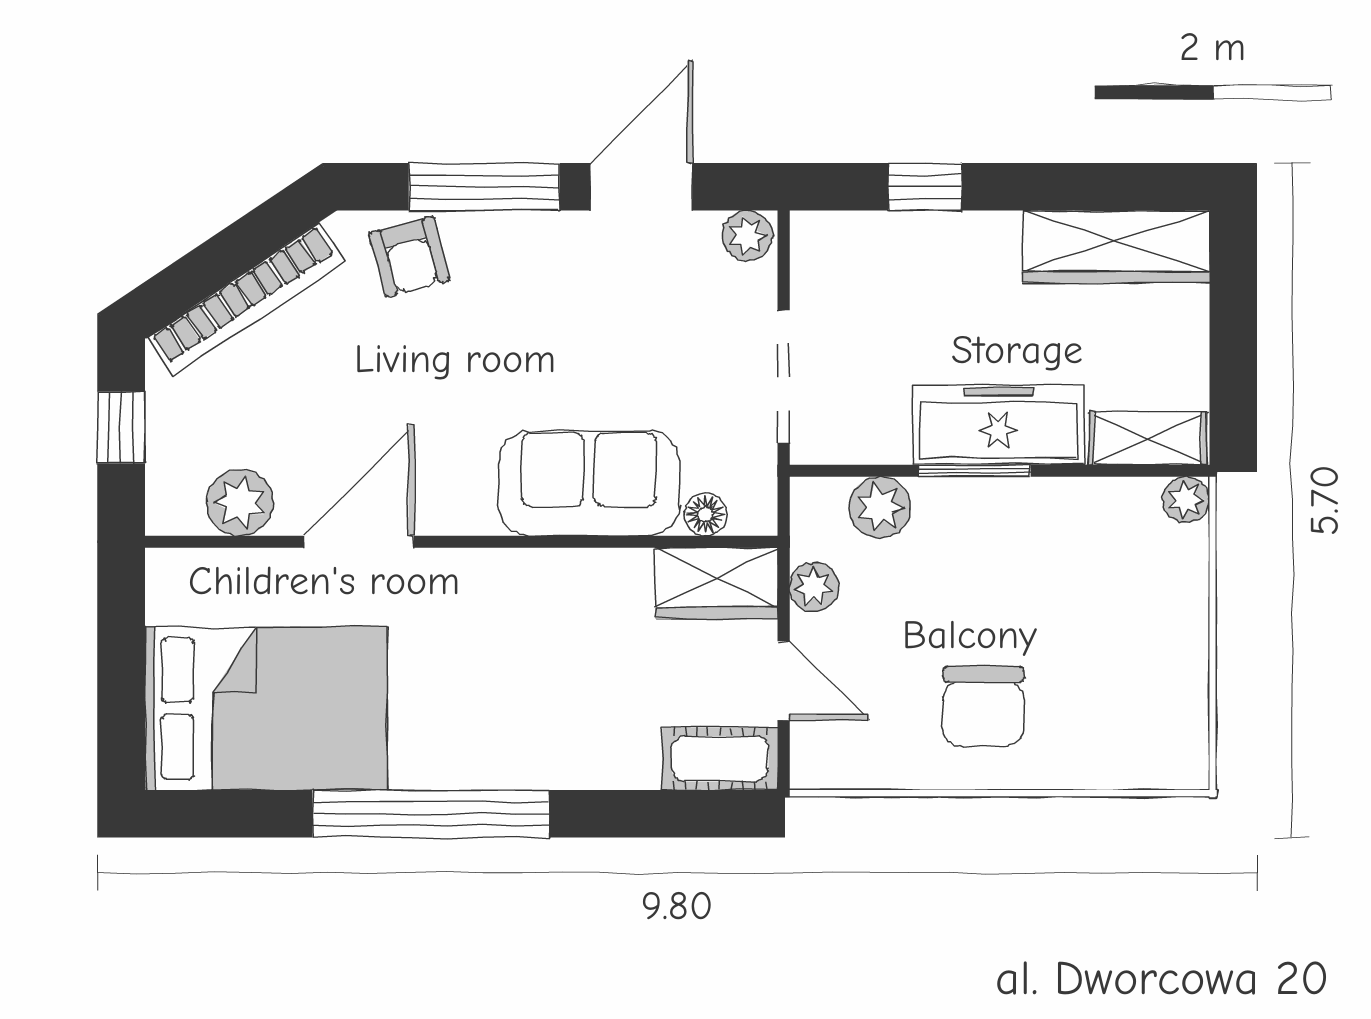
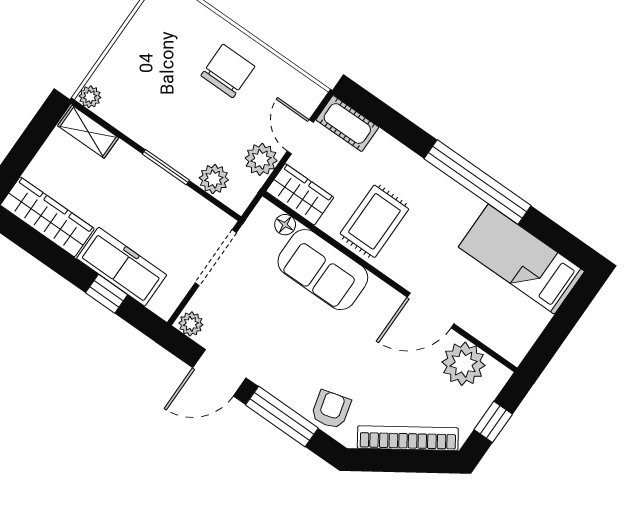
freezer: (998, 425) -> (122, 267), moved, turned 180
plant: (240, 503) -> (464, 364), width x1.36, depth x1.36
plant: (814, 587) -> (261, 159), width x1.38, depth x1.38
rug: (559, 626) -> (374, 221), added
bed: (266, 708) -> (521, 259), width x0.67

